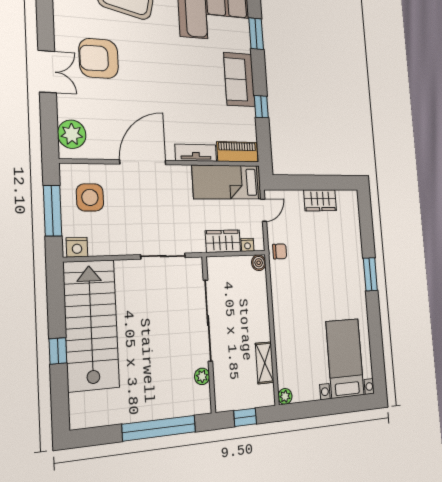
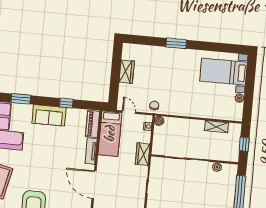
wardrobe: (223, 241) -> (143, 154), moved
plant: (285, 396) -> (240, 98), moved

